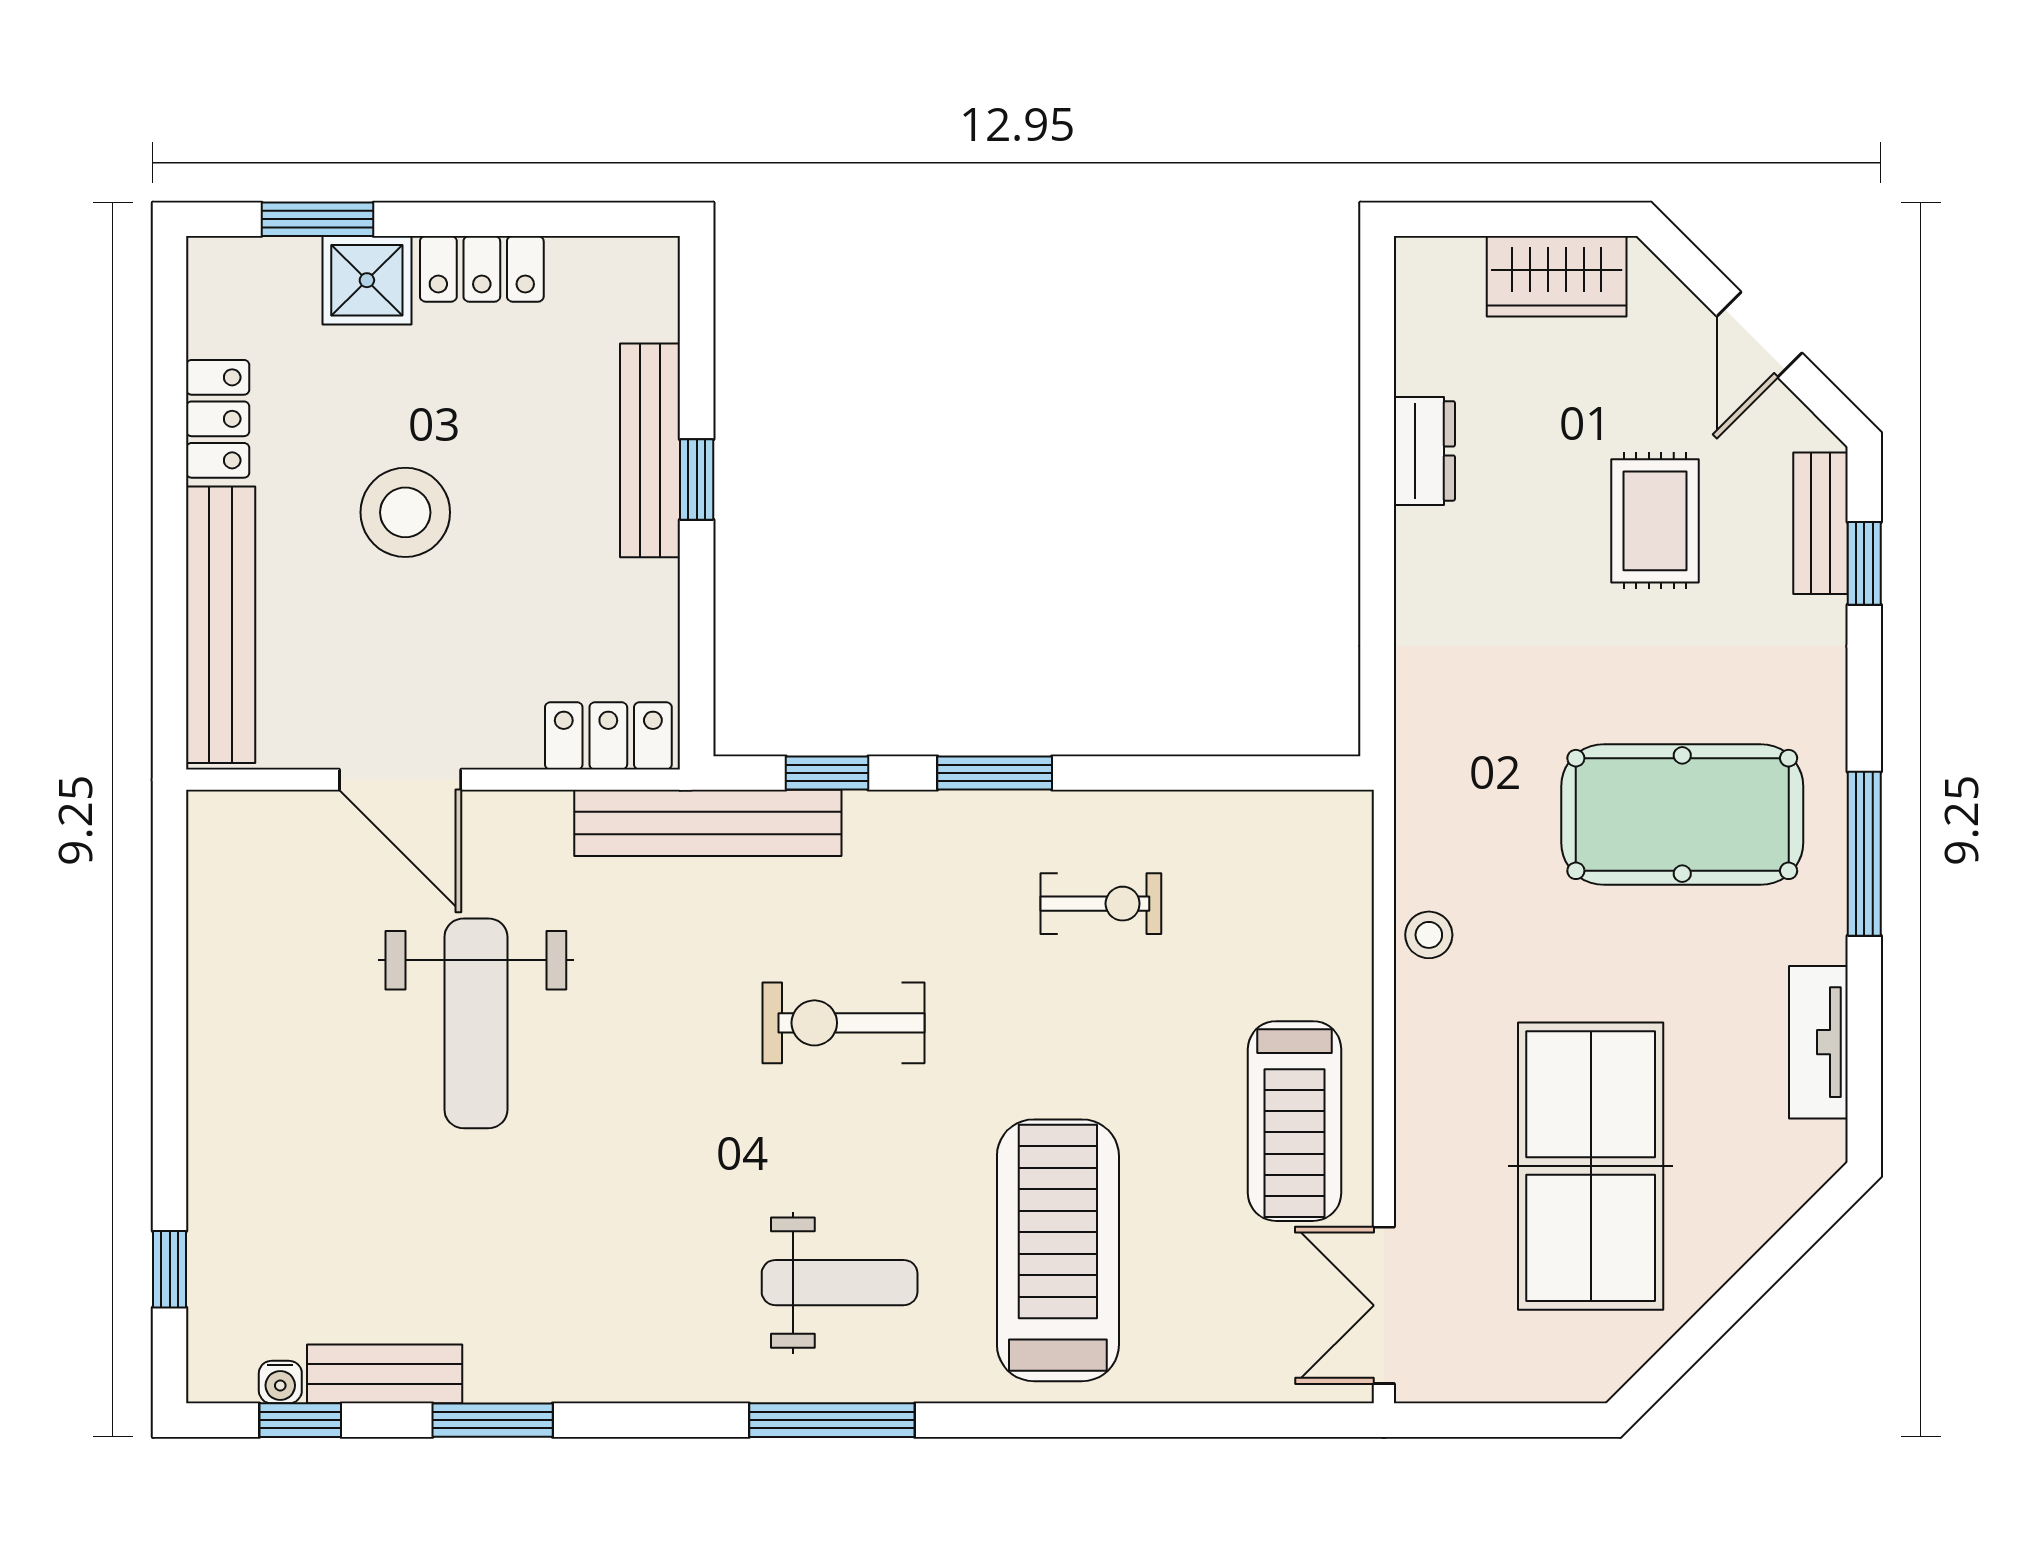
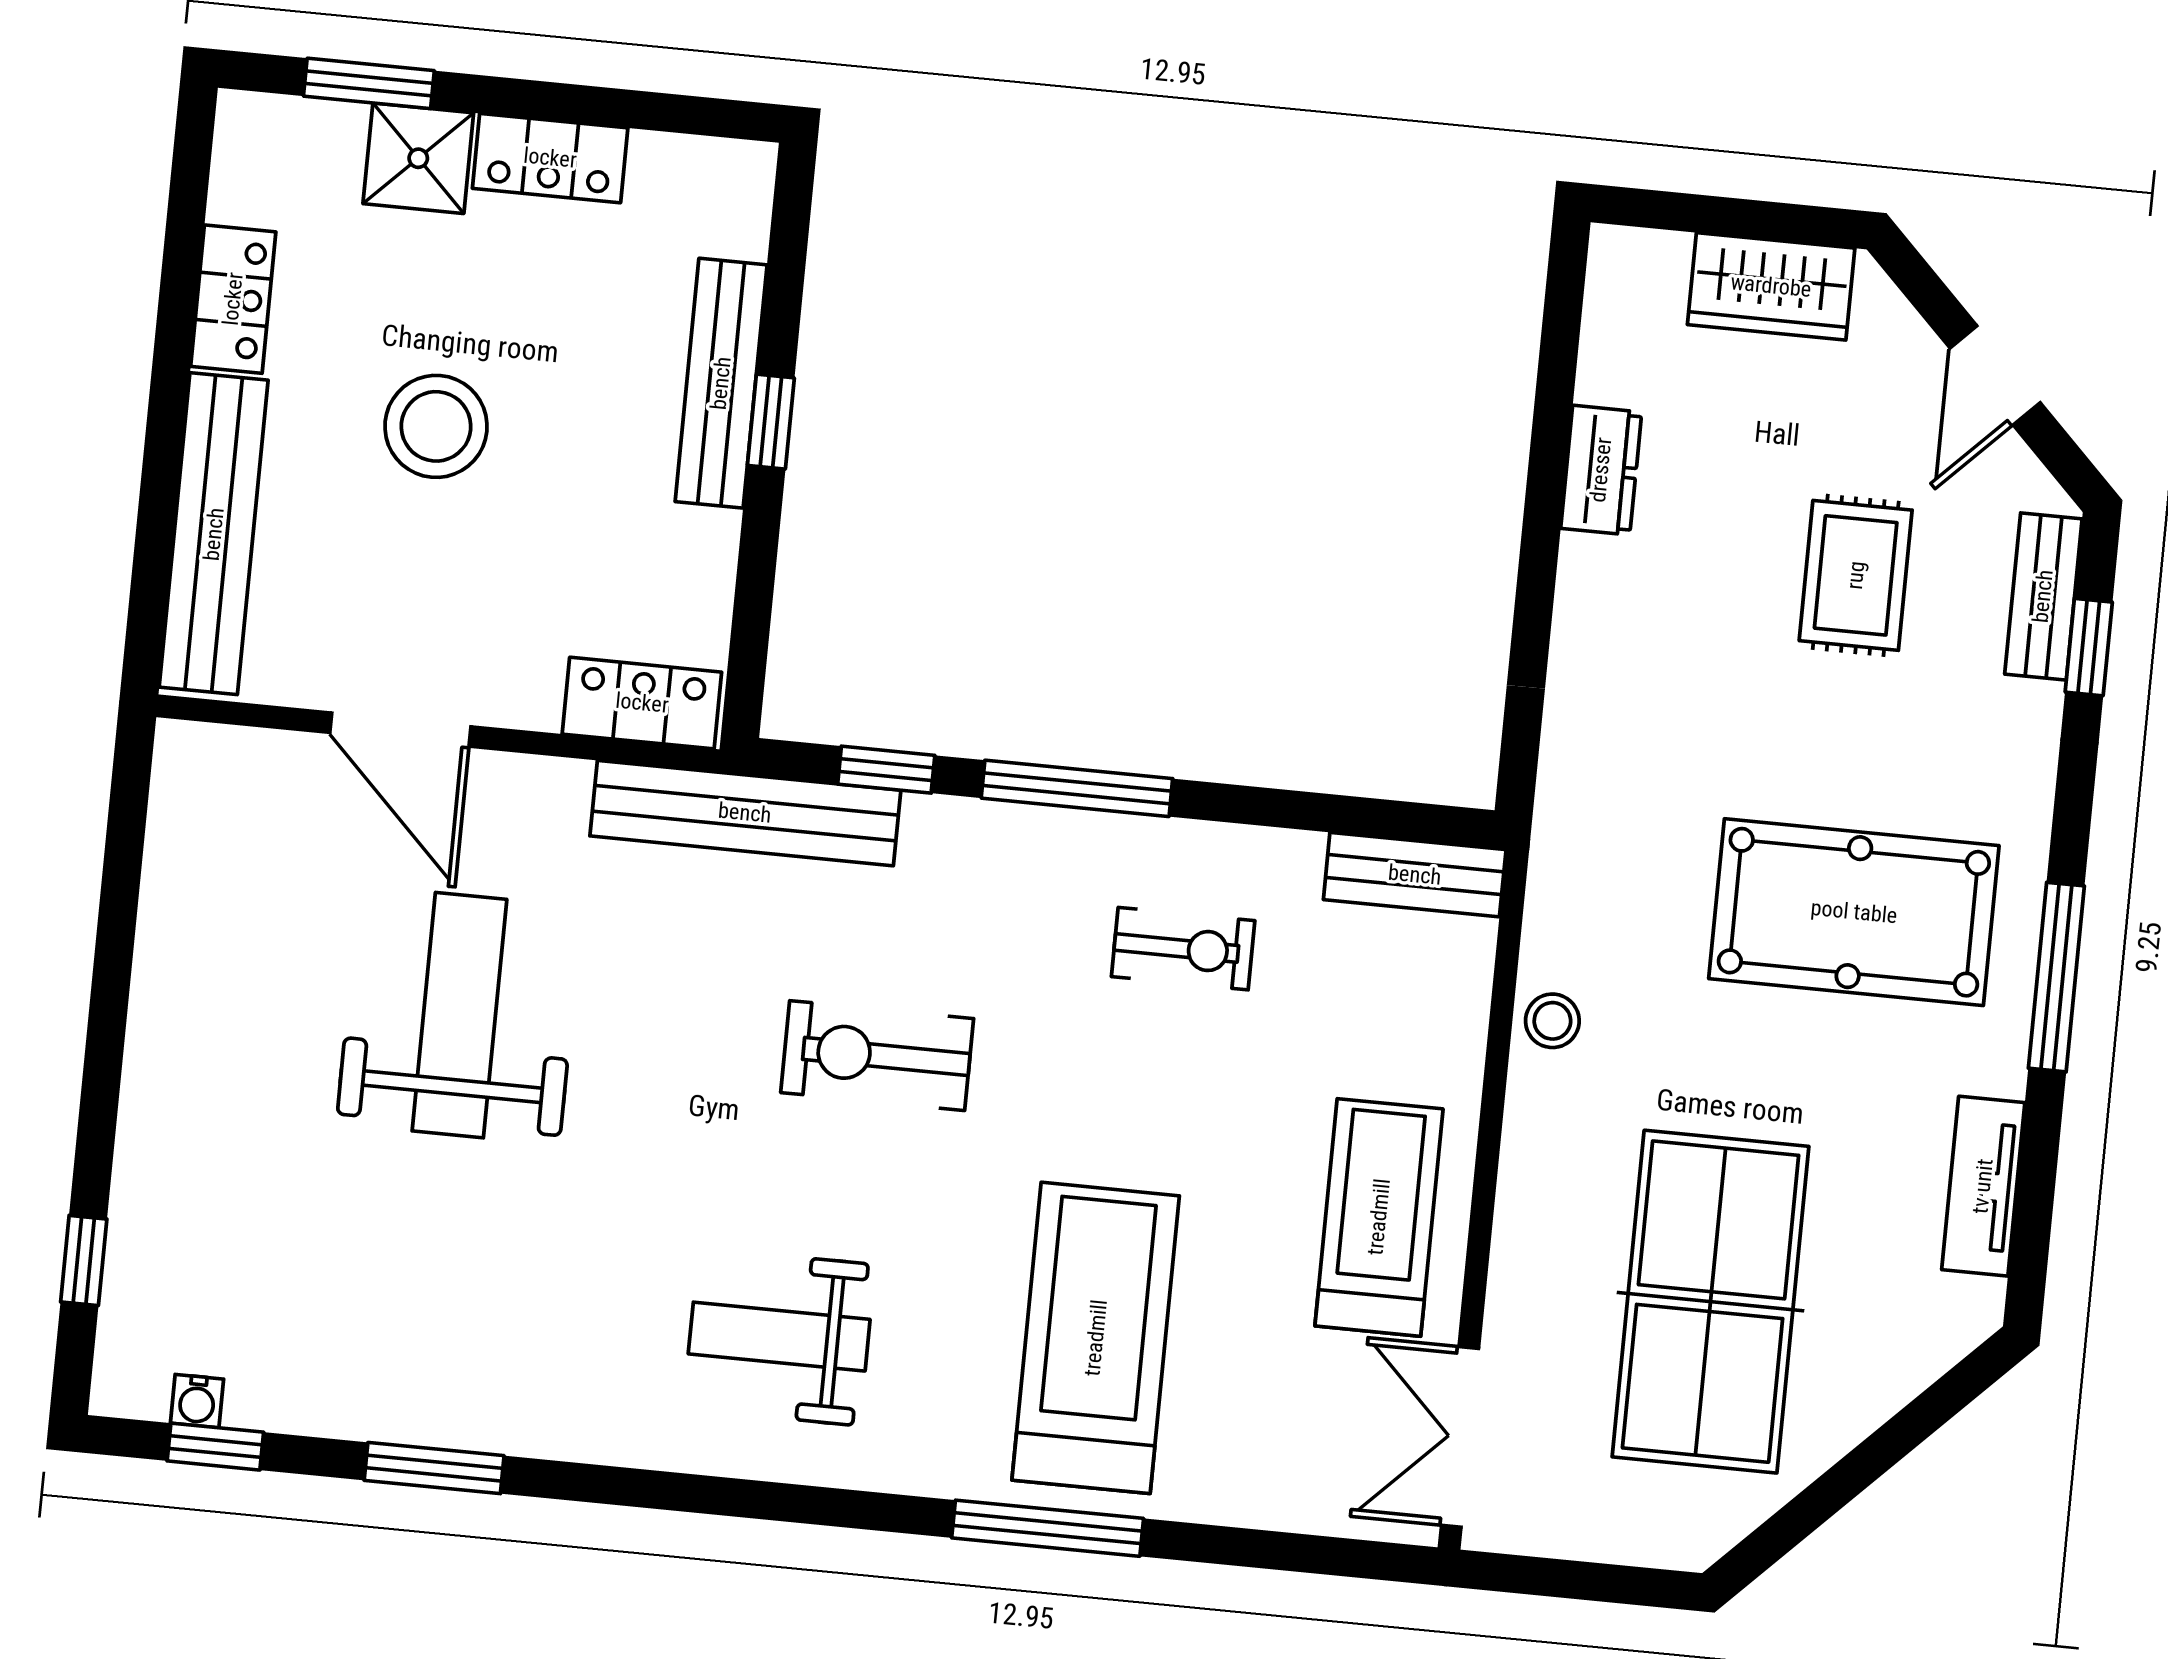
window: (995, 773) -> (1077, 788), width x1.44
weight bench: (476, 1023) -> (459, 1015), turned 180
treadmill: (1295, 1121) -> (1379, 1217), turned 180
weight bench: (840, 1283) -> (779, 1337), moved, turned 180
bench: (385, 1374) -> (1415, 875), moved
window: (832, 1420) -> (1048, 1528), moved

